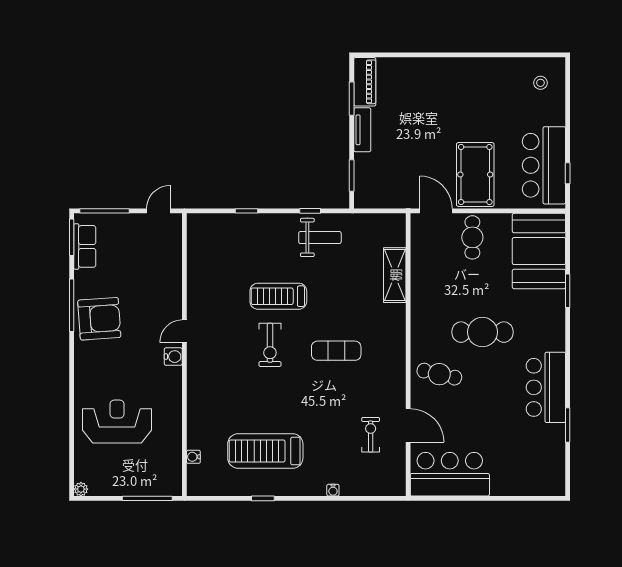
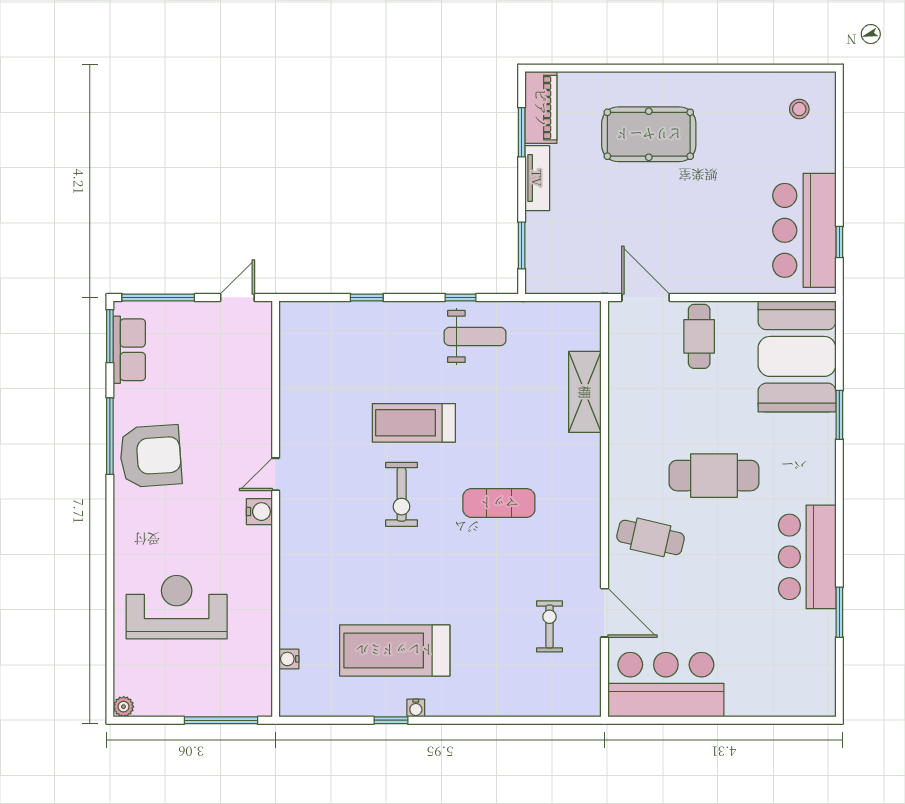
pool table: (475, 175) -> (649, 134), moved, turned 90
water cooler: (333, 490) -> (416, 708), moved

